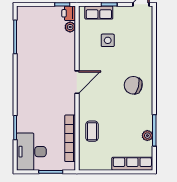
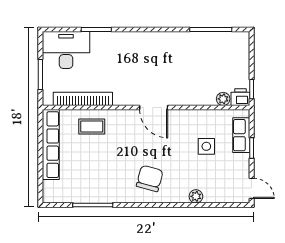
plant: (147, 136) -> (196, 196), moved
row of seats: (132, 164) -> (51, 145), moved, width x1.36

